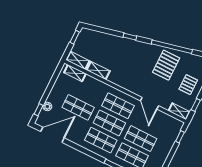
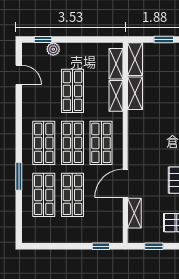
shelving: (94, 83) -> (116, 96), added
shelving: (179, 111) -> (134, 213), moved
door: (52, 135) -> (19, 75), width x0.53

